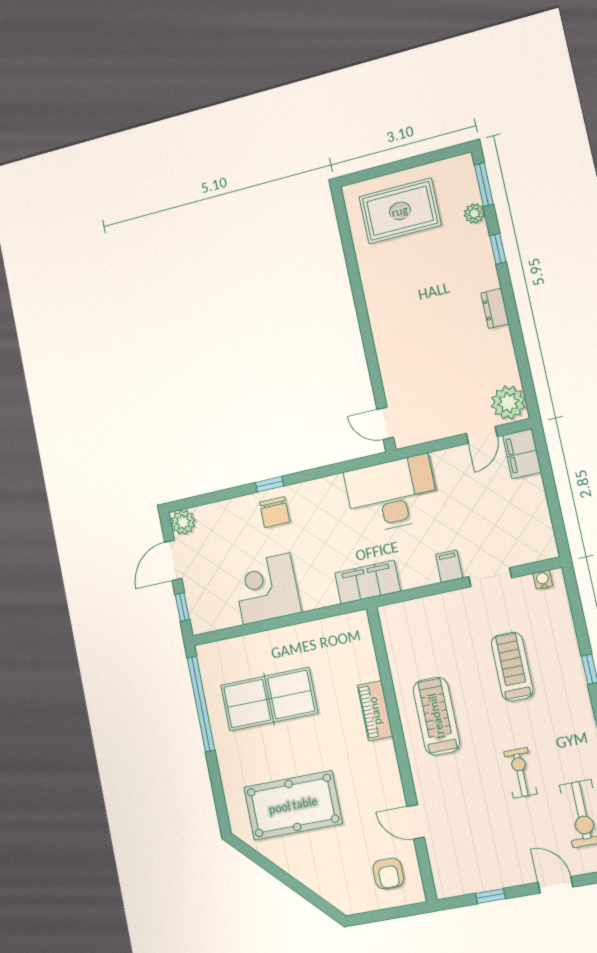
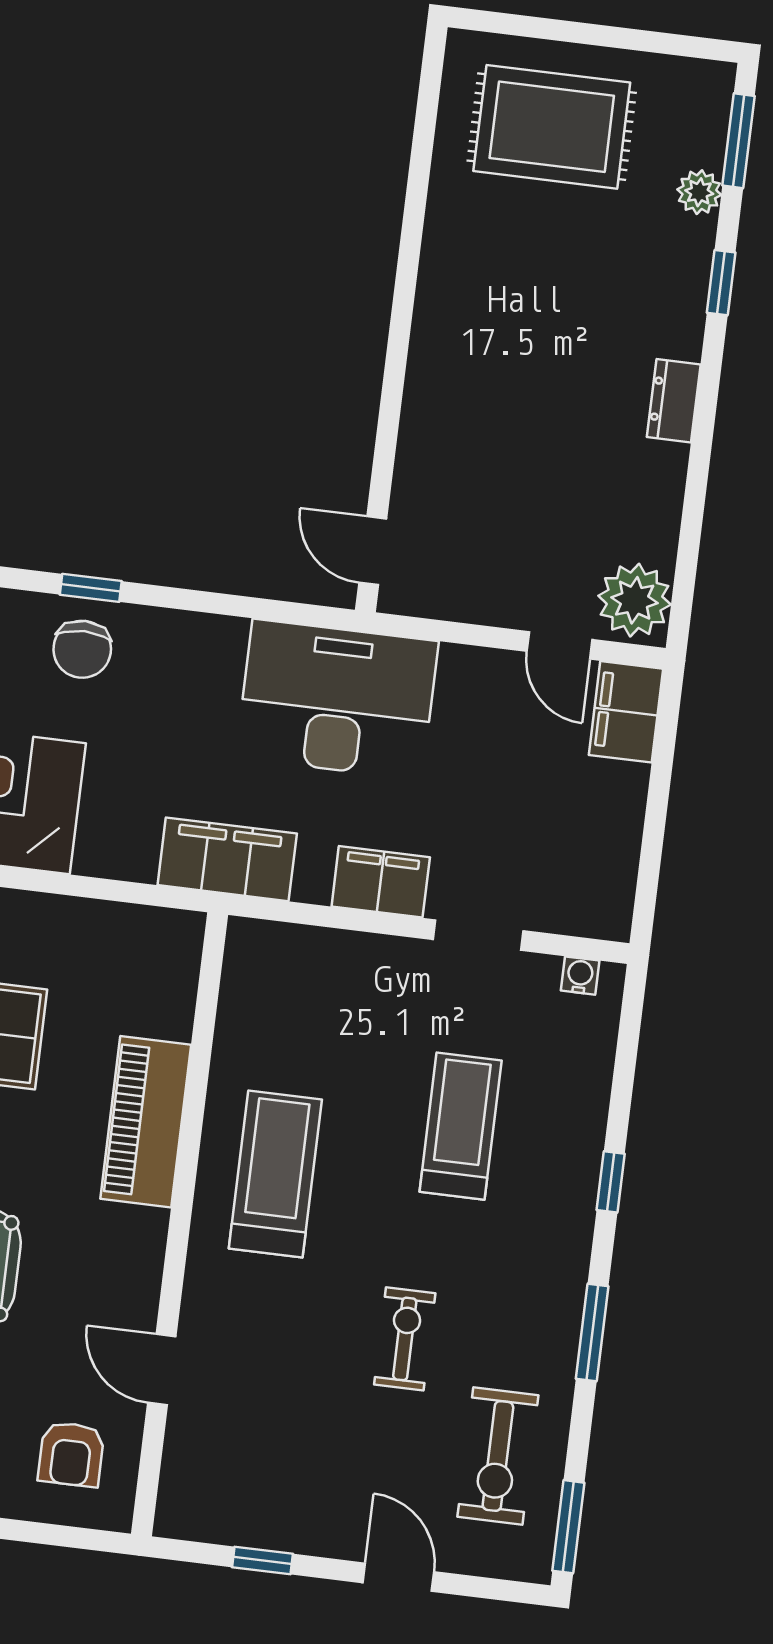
door: (482, 435) -> (559, 645), hinge flipped
filing cabinet: (449, 566) -> (381, 882), width x2.00
piano: (375, 711) -> (146, 1122), width x1.37, depth x1.33

